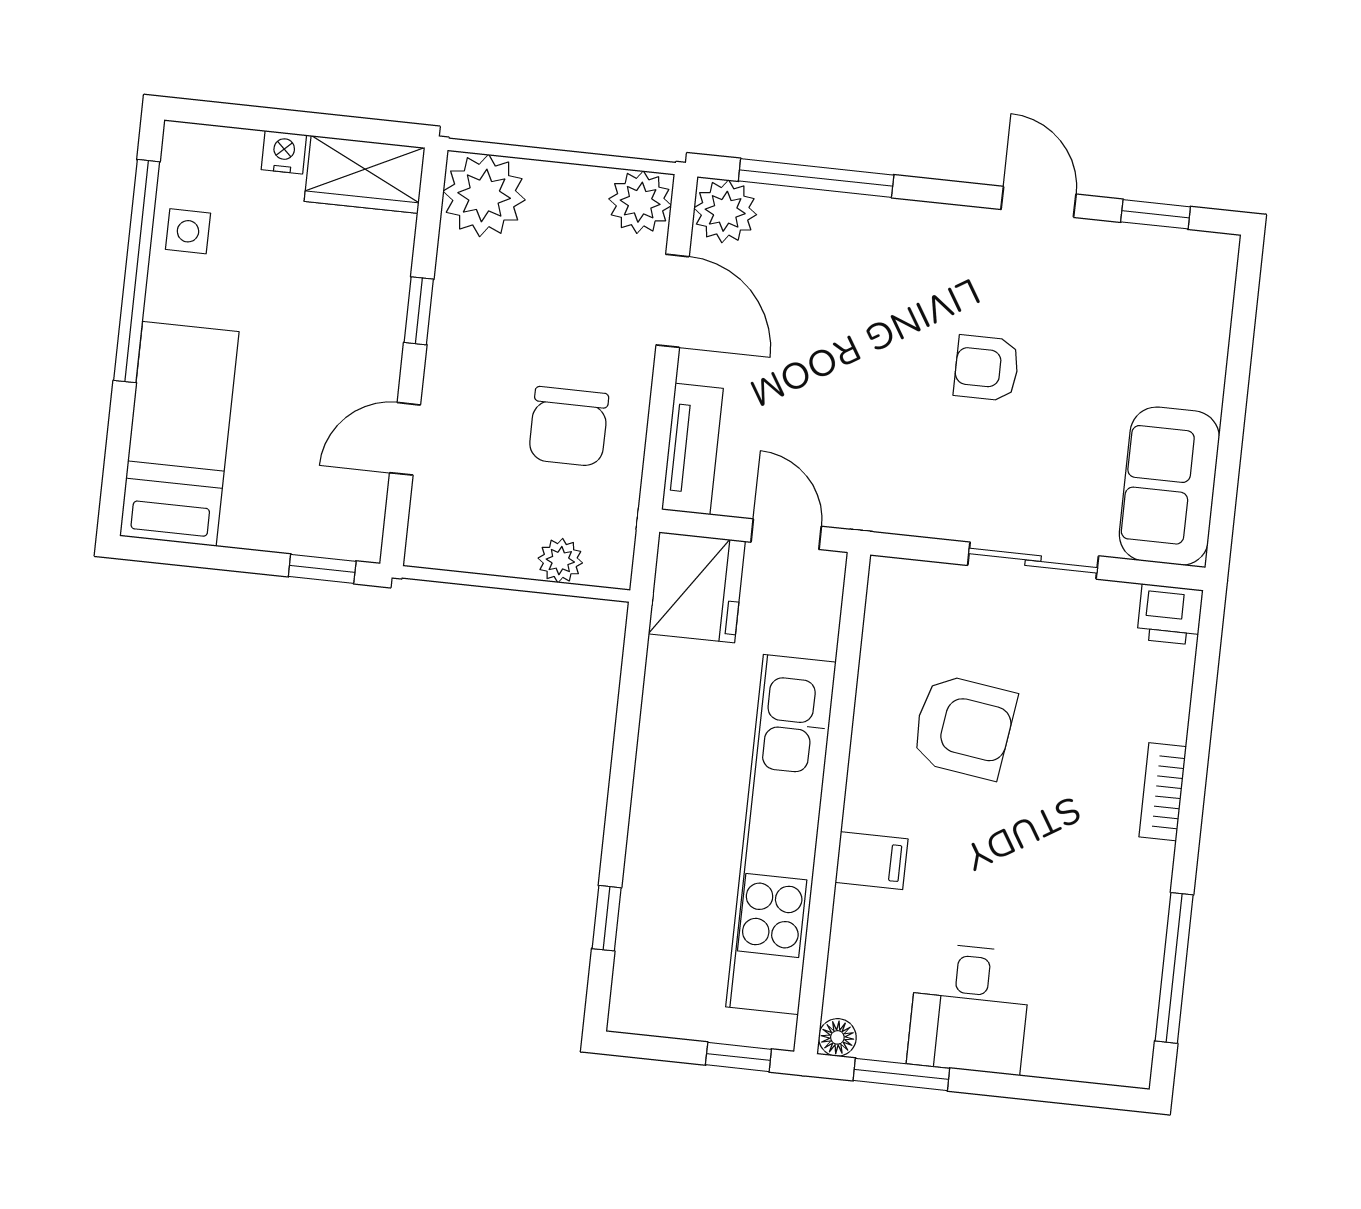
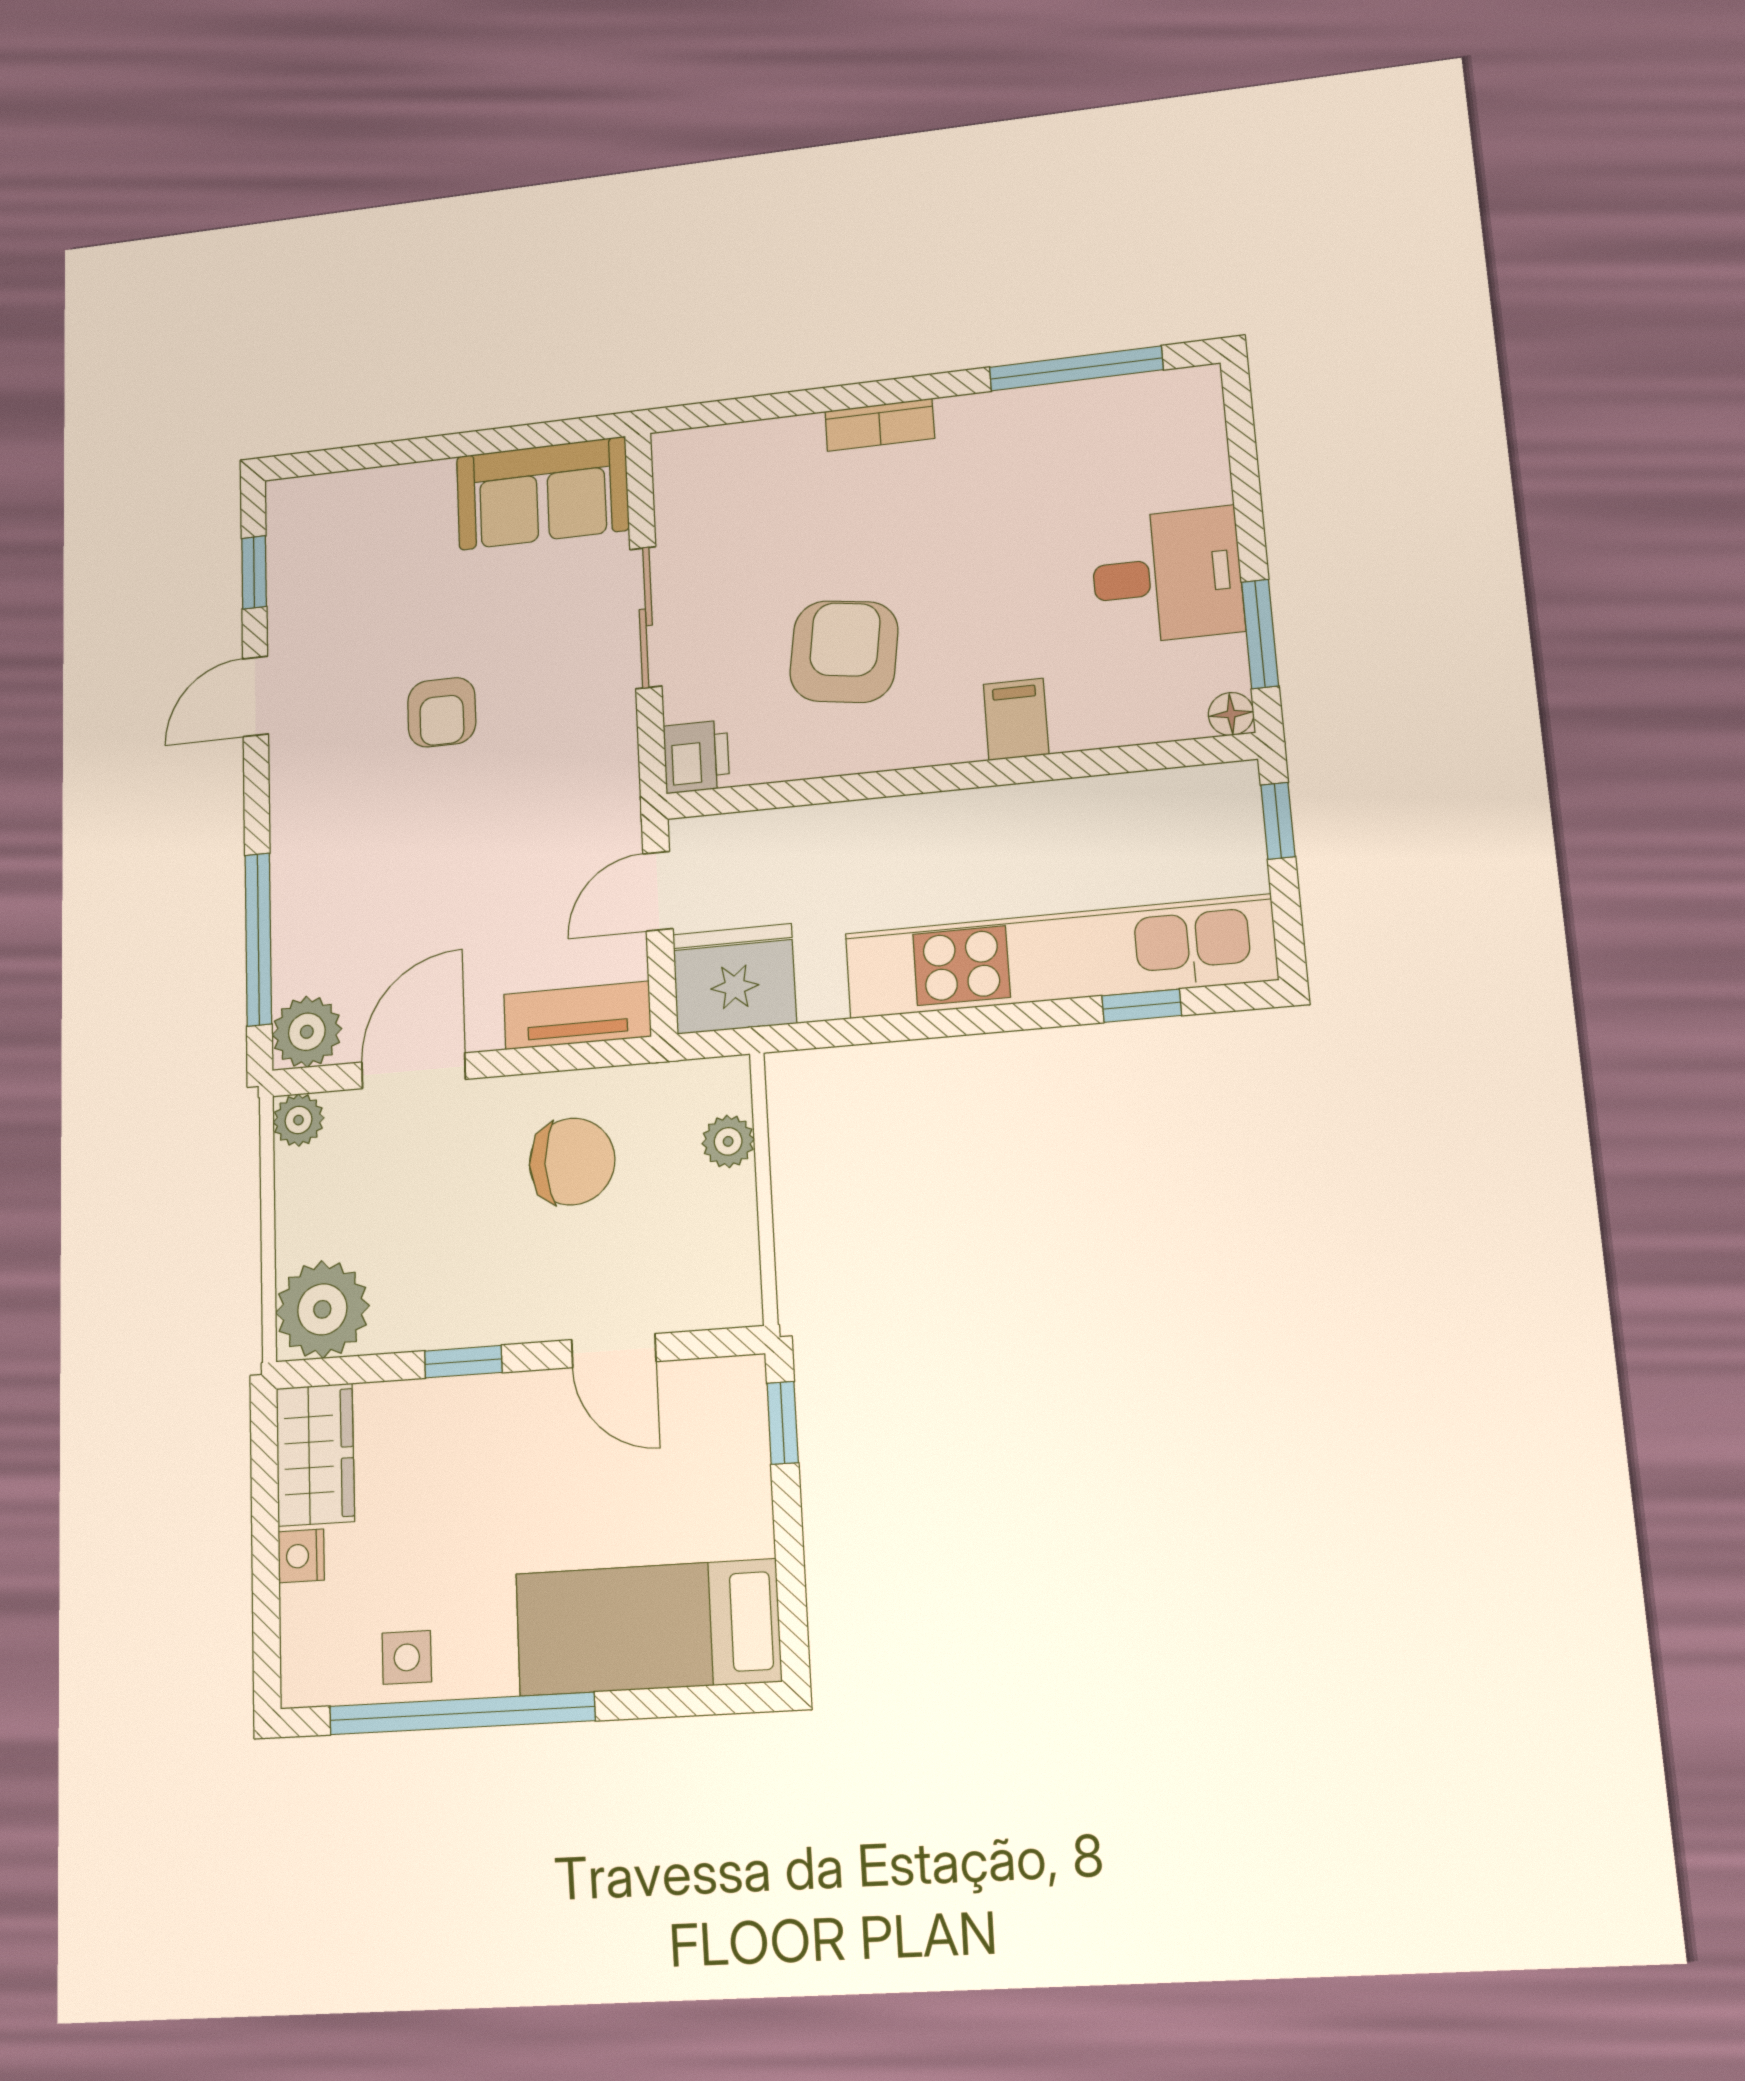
plant: (640, 202) -> (298, 1120), width x0.73, depth x0.73
printer: (1170, 614) -> (696, 757), moved
kitchen unit: (781, 834) -> (1059, 957), moved, turned 180

